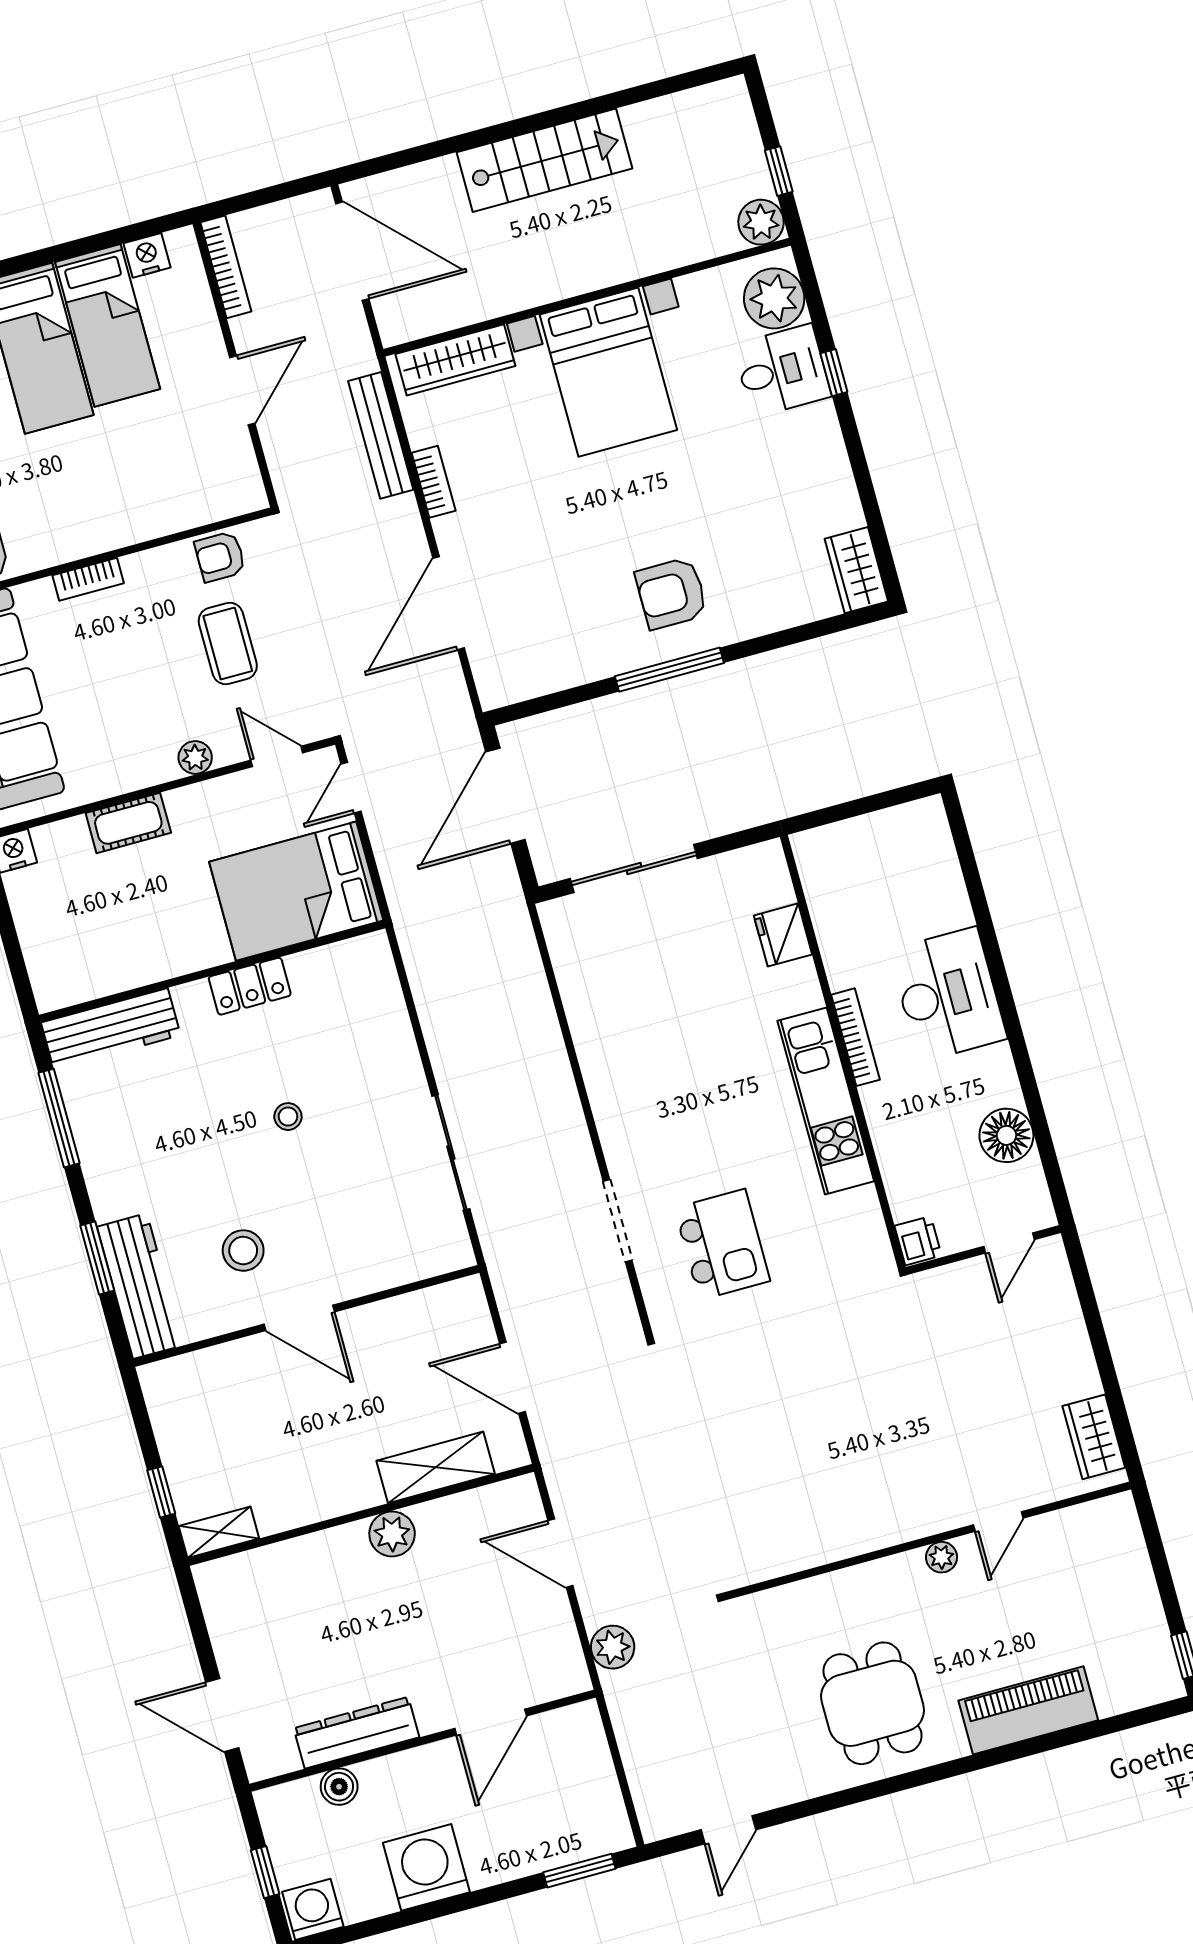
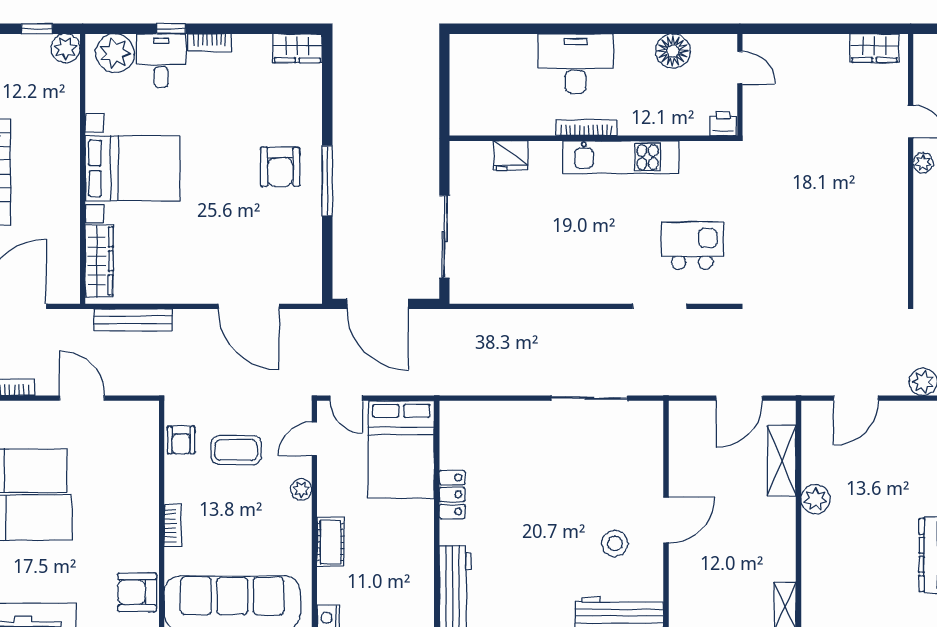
bookcase: (434, 482) -> (209, 42), moved, turned 180
stool: (288, 1117) -> (539, 493), removed

